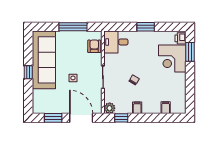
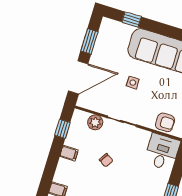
window: (28, 72) -> (132, 19), moved
plant: (110, 108) -> (95, 122), moved

